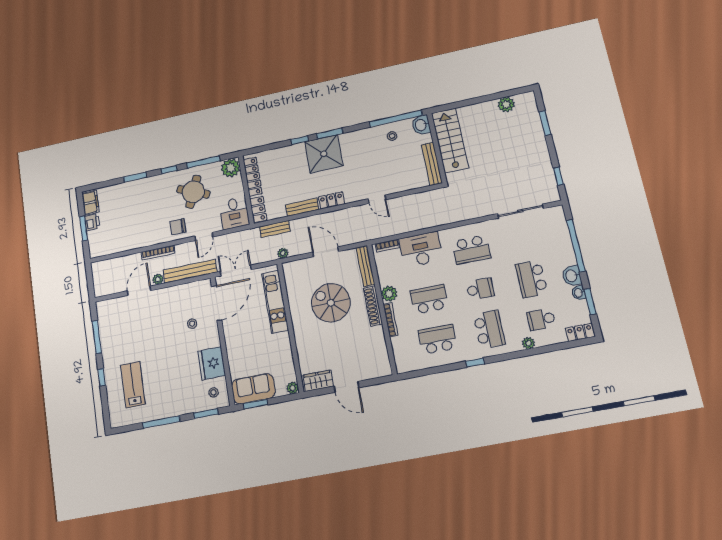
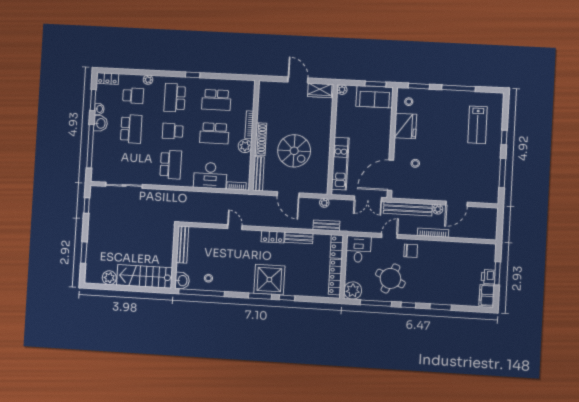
stairs: (450, 140) -> (145, 276), moved, turned 90
school desk: (471, 250) -> (171, 165), turned 90

